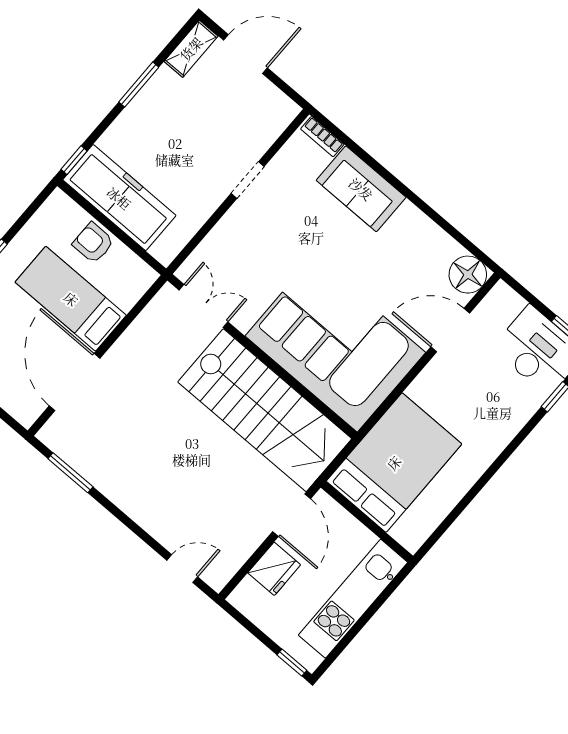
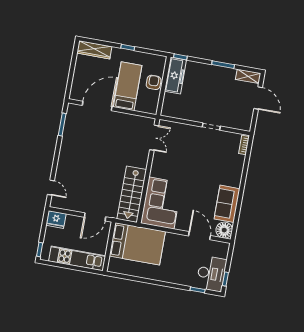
sofa: (361, 189) -> (227, 204), moved
freezer: (119, 198) -> (175, 76), width x0.73, depth x0.79
corner sofa: (335, 344) -> (161, 203), width x0.73, depth x0.74
stairs: (265, 410) -> (132, 194), width x0.73, depth x0.66
fridge: (274, 569) -> (56, 219), moved

